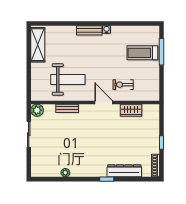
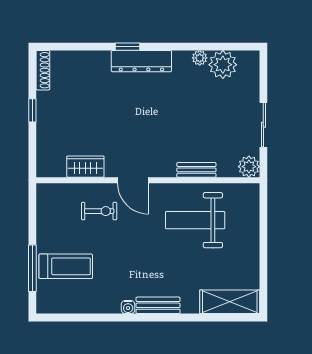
shelving: (38, 45) -> (230, 302), moved, turned 90
plant: (52, 169) -> (223, 65), added
dresser: (124, 171) -> (141, 61), moved

